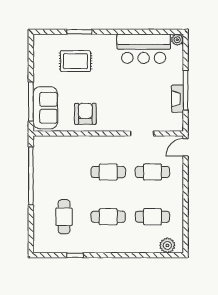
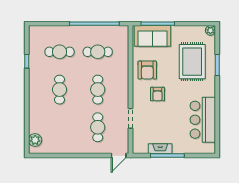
plant: (177, 40) -> (210, 30), moved
rug: (76, 61) -> (192, 62), width x1.36, depth x1.43
armchair: (113, 102) -> (158, 94), added
armchair: (85, 114) -> (147, 70), turned 90
door: (186, 147) -> (119, 156), swing flipped
cafe table: (152, 217) -> (98, 52), moved, turned 90

